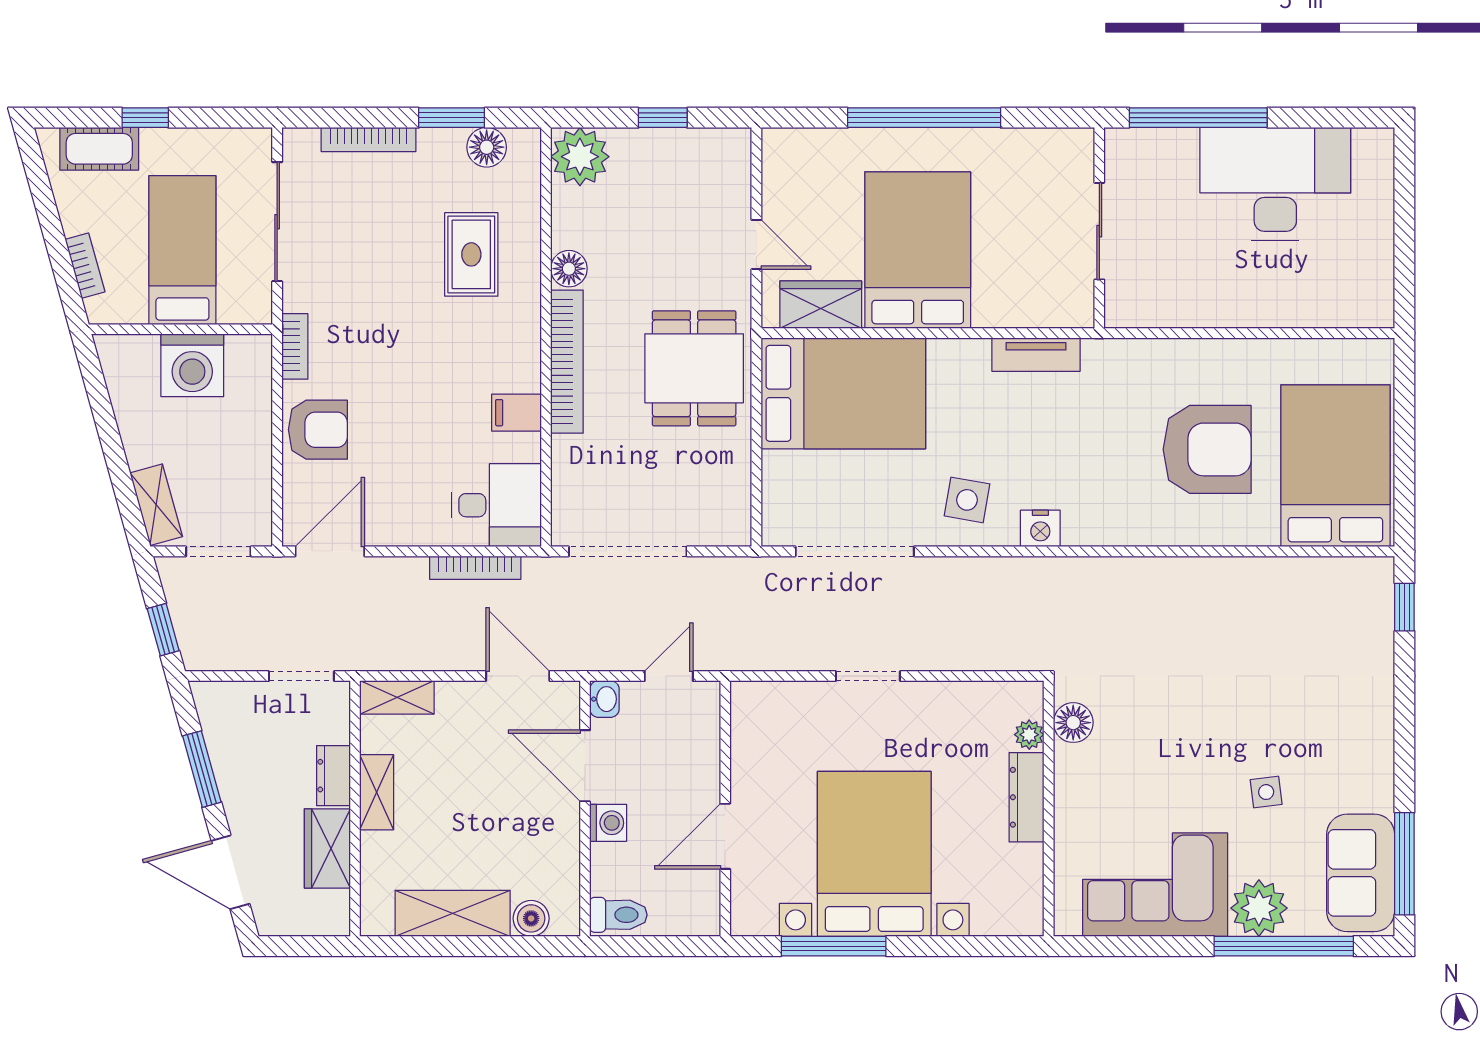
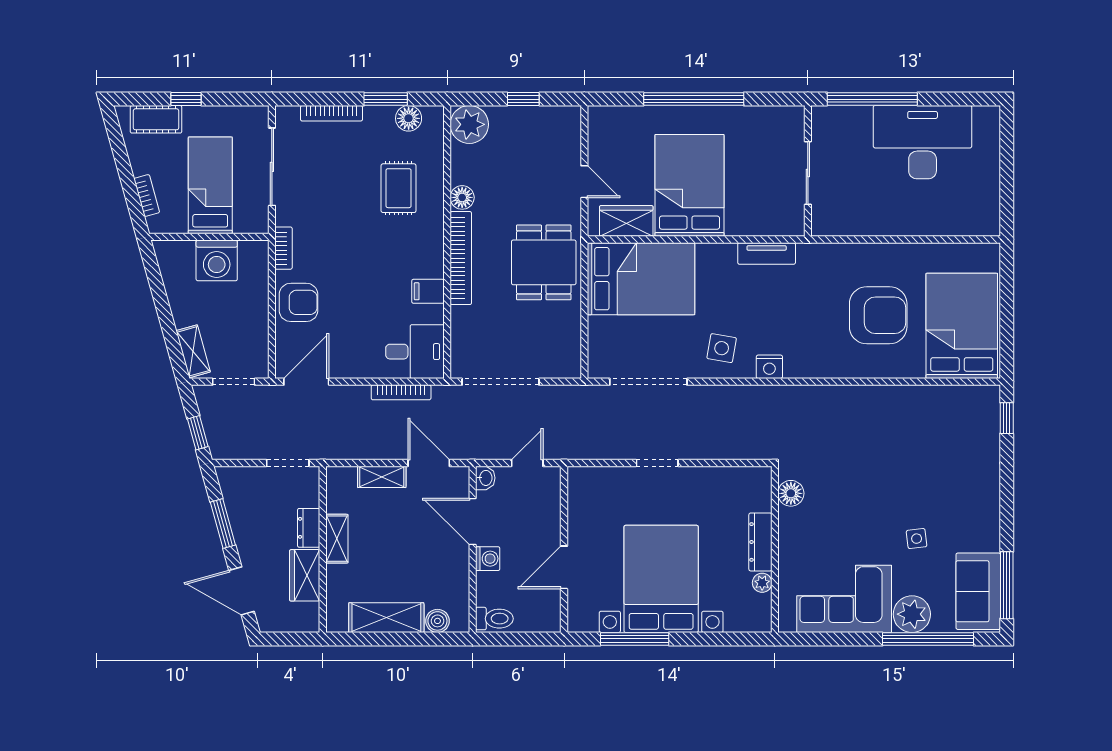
shelving: (397, 697) -> (382, 477), moved
plant: (1029, 735) -> (762, 583), moved

